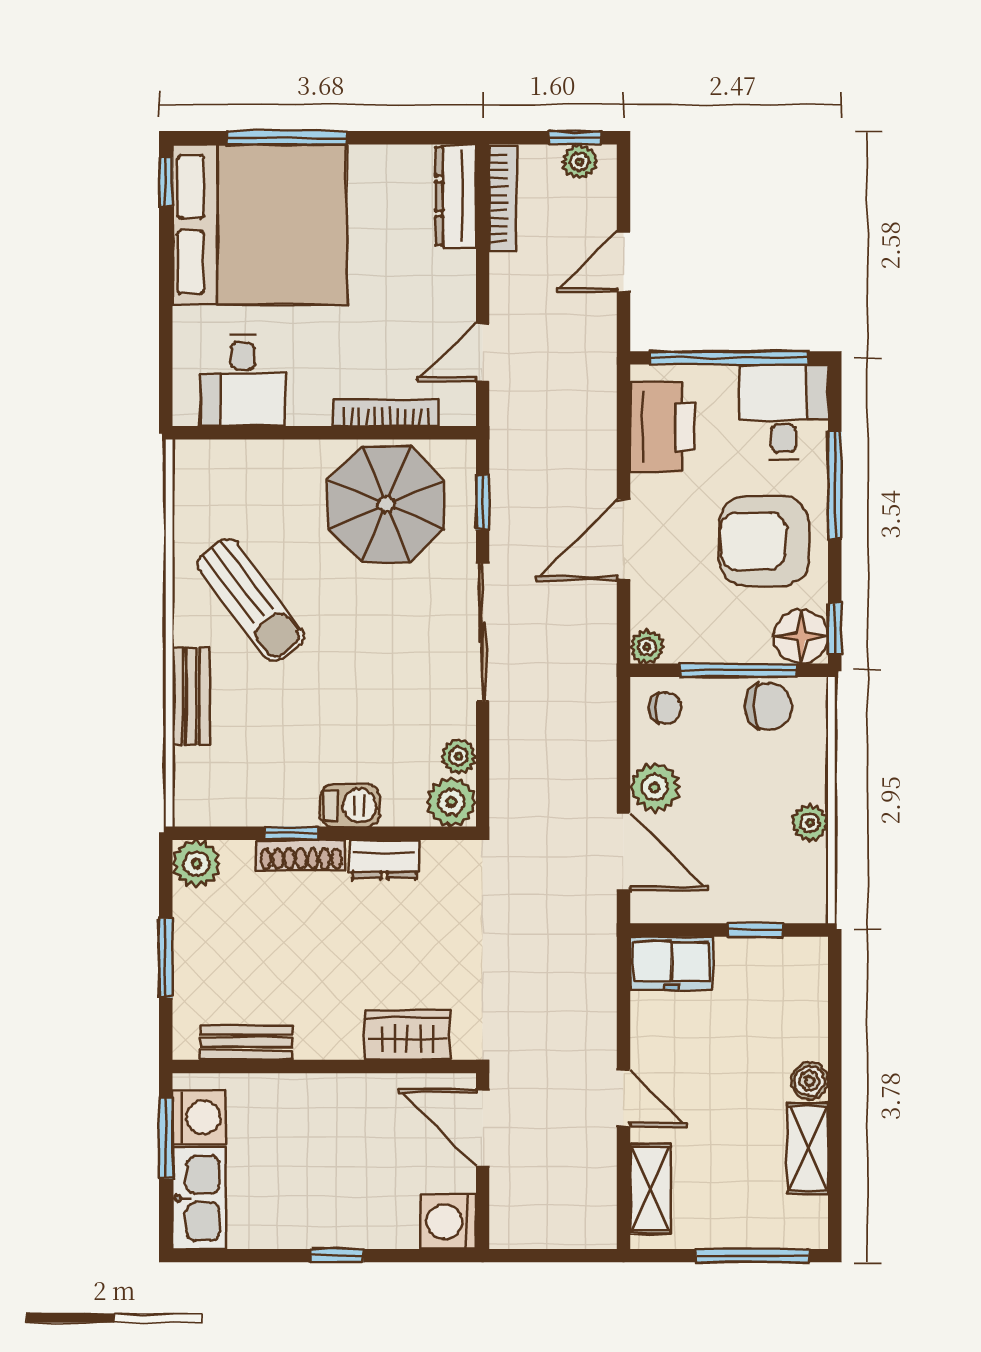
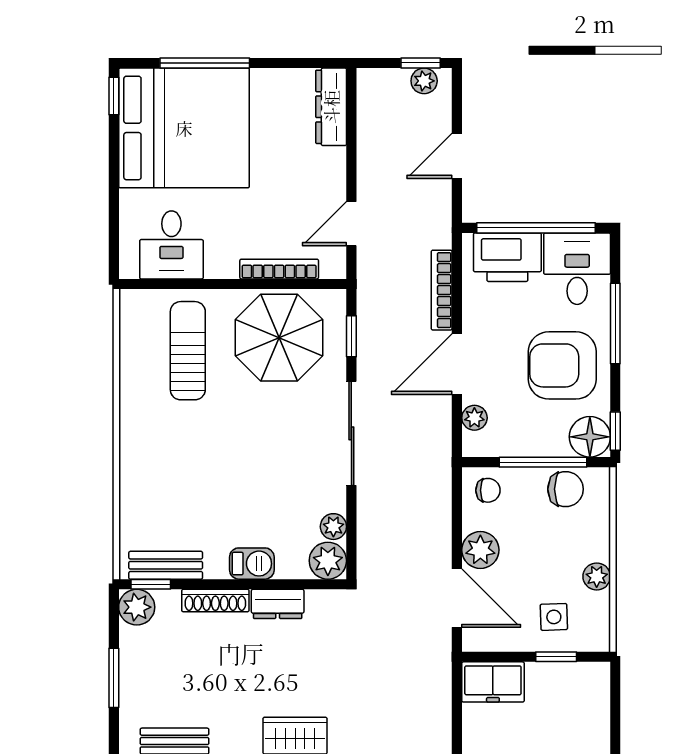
bookcase: (503, 198) -> (442, 290), moved, turned 180
printer: (663, 427) -> (507, 257), moved, turned 90
sun lounger: (251, 600) -> (188, 351), moved, turned -143
plant: (647, 647) -> (474, 418), moved
bench: (191, 696) -> (166, 565), moved, turned 90
window: (291, 833) -> (151, 584), moved
side table: (753, 877) -> (554, 617), added

